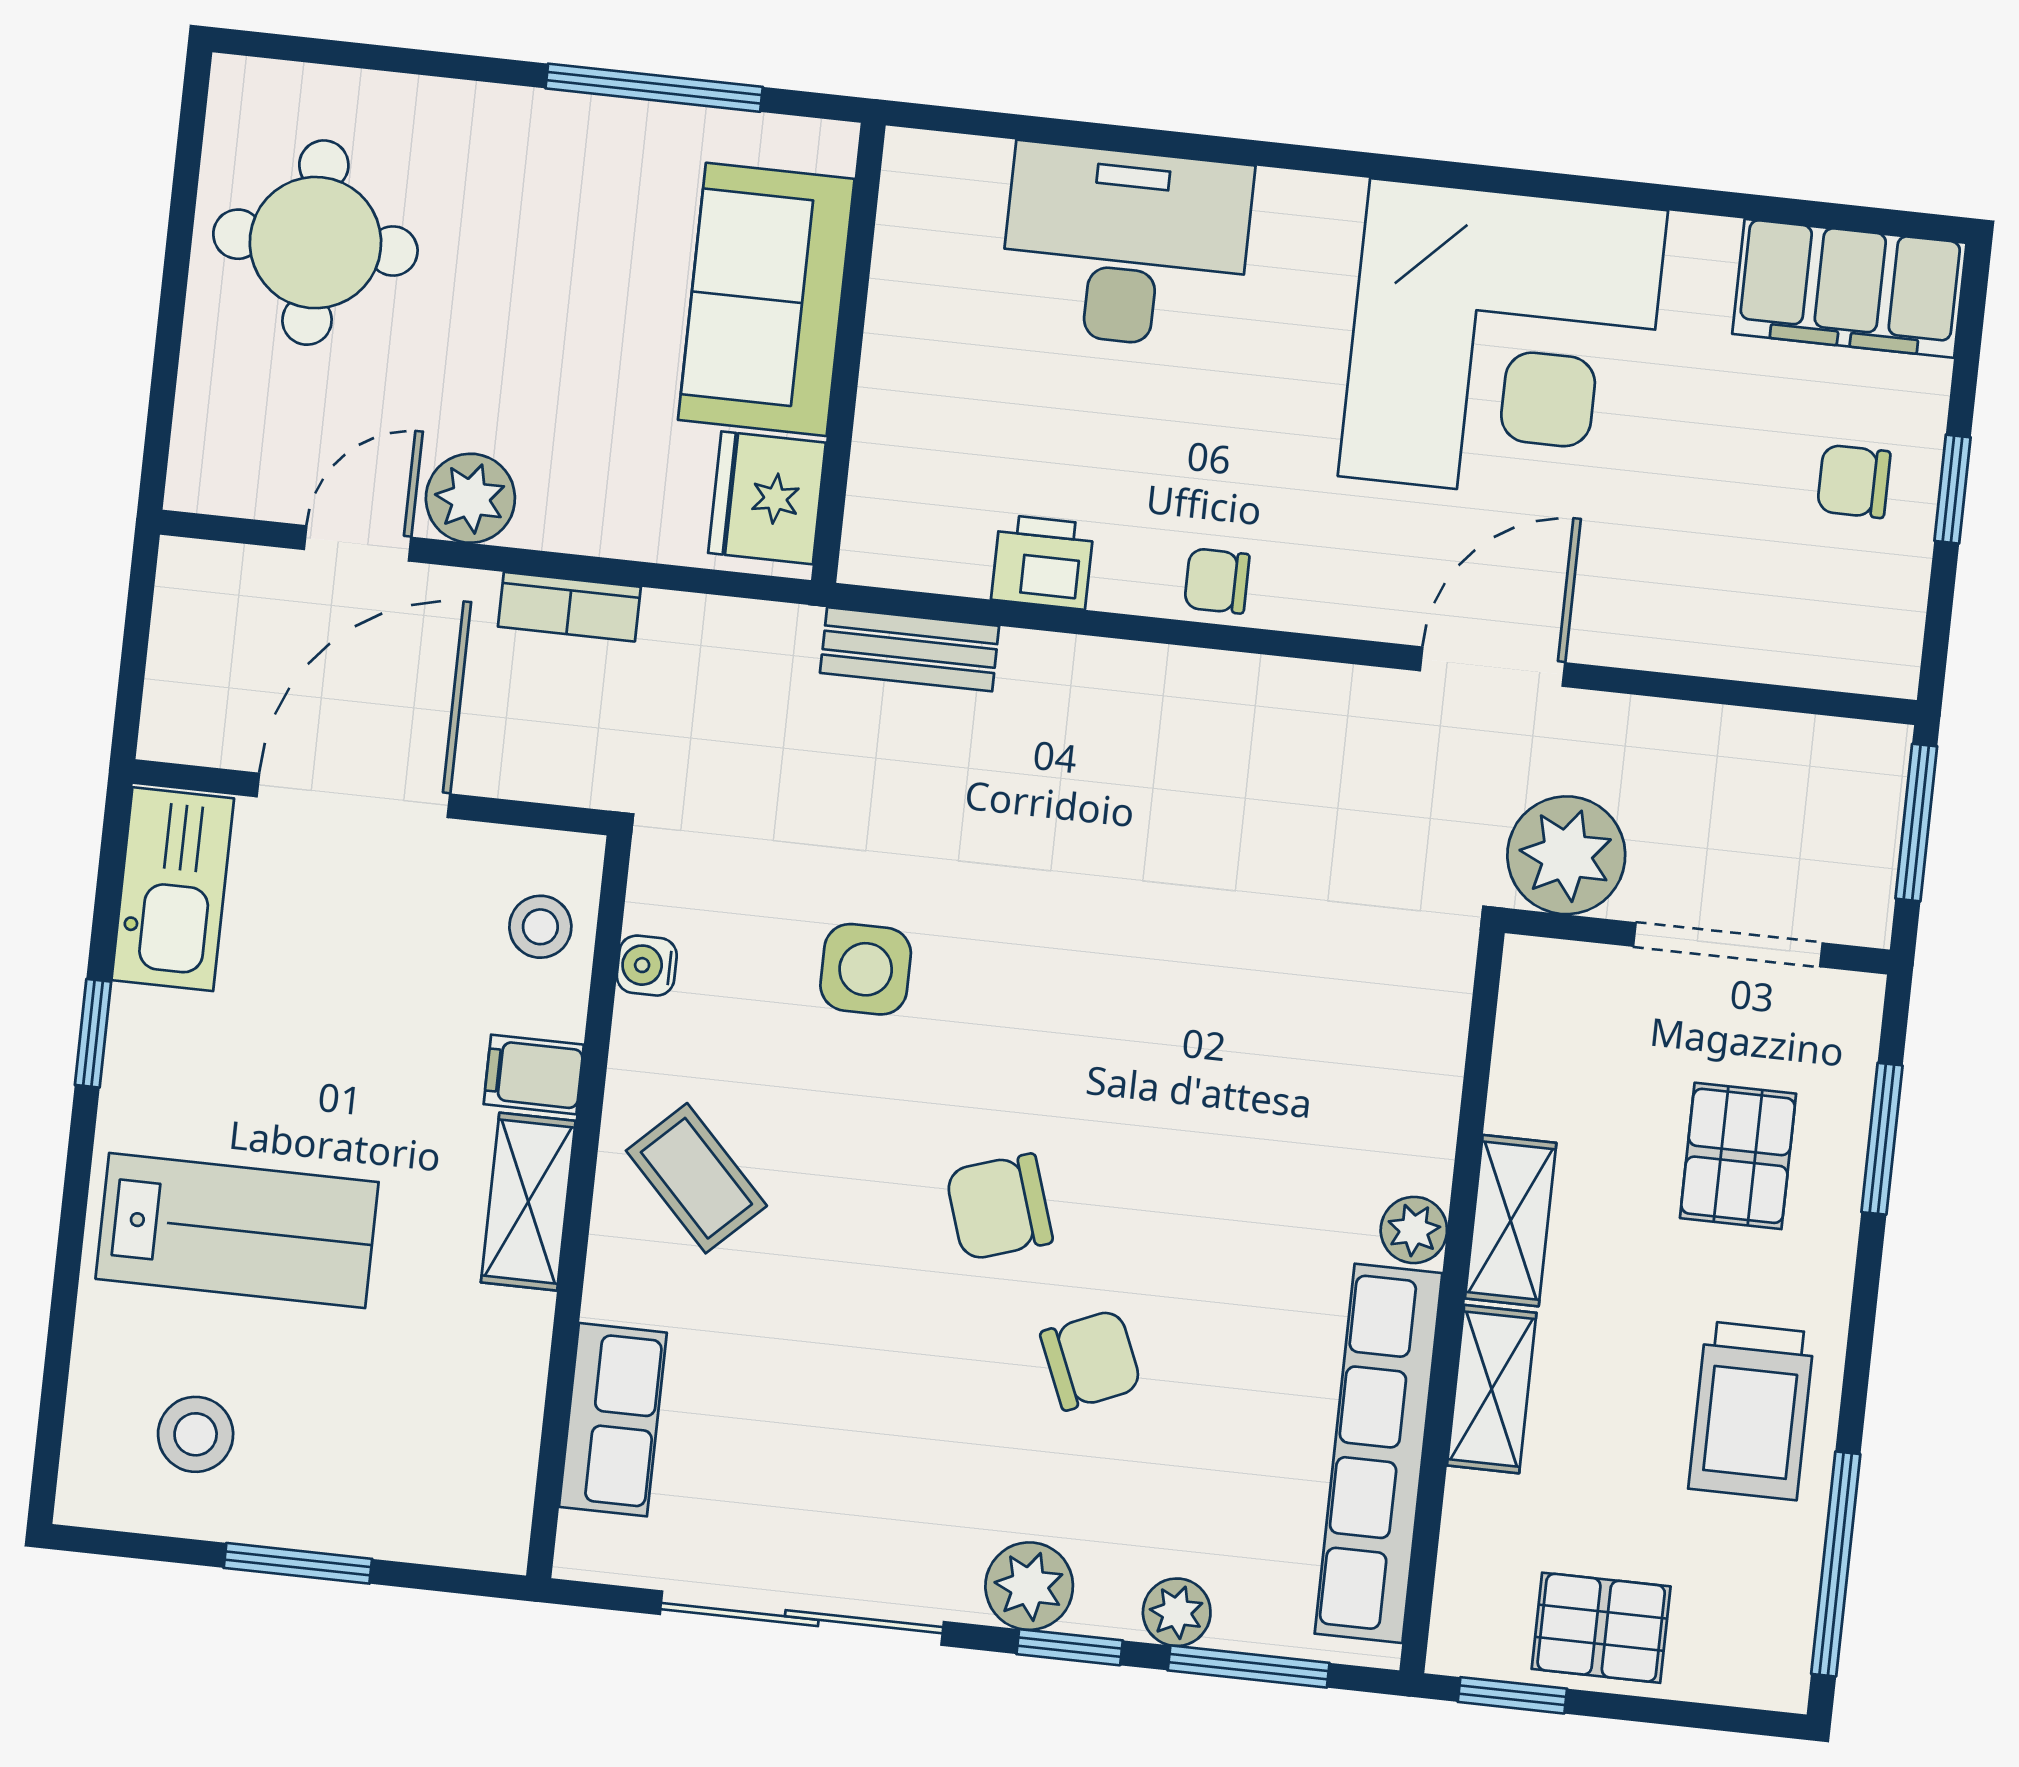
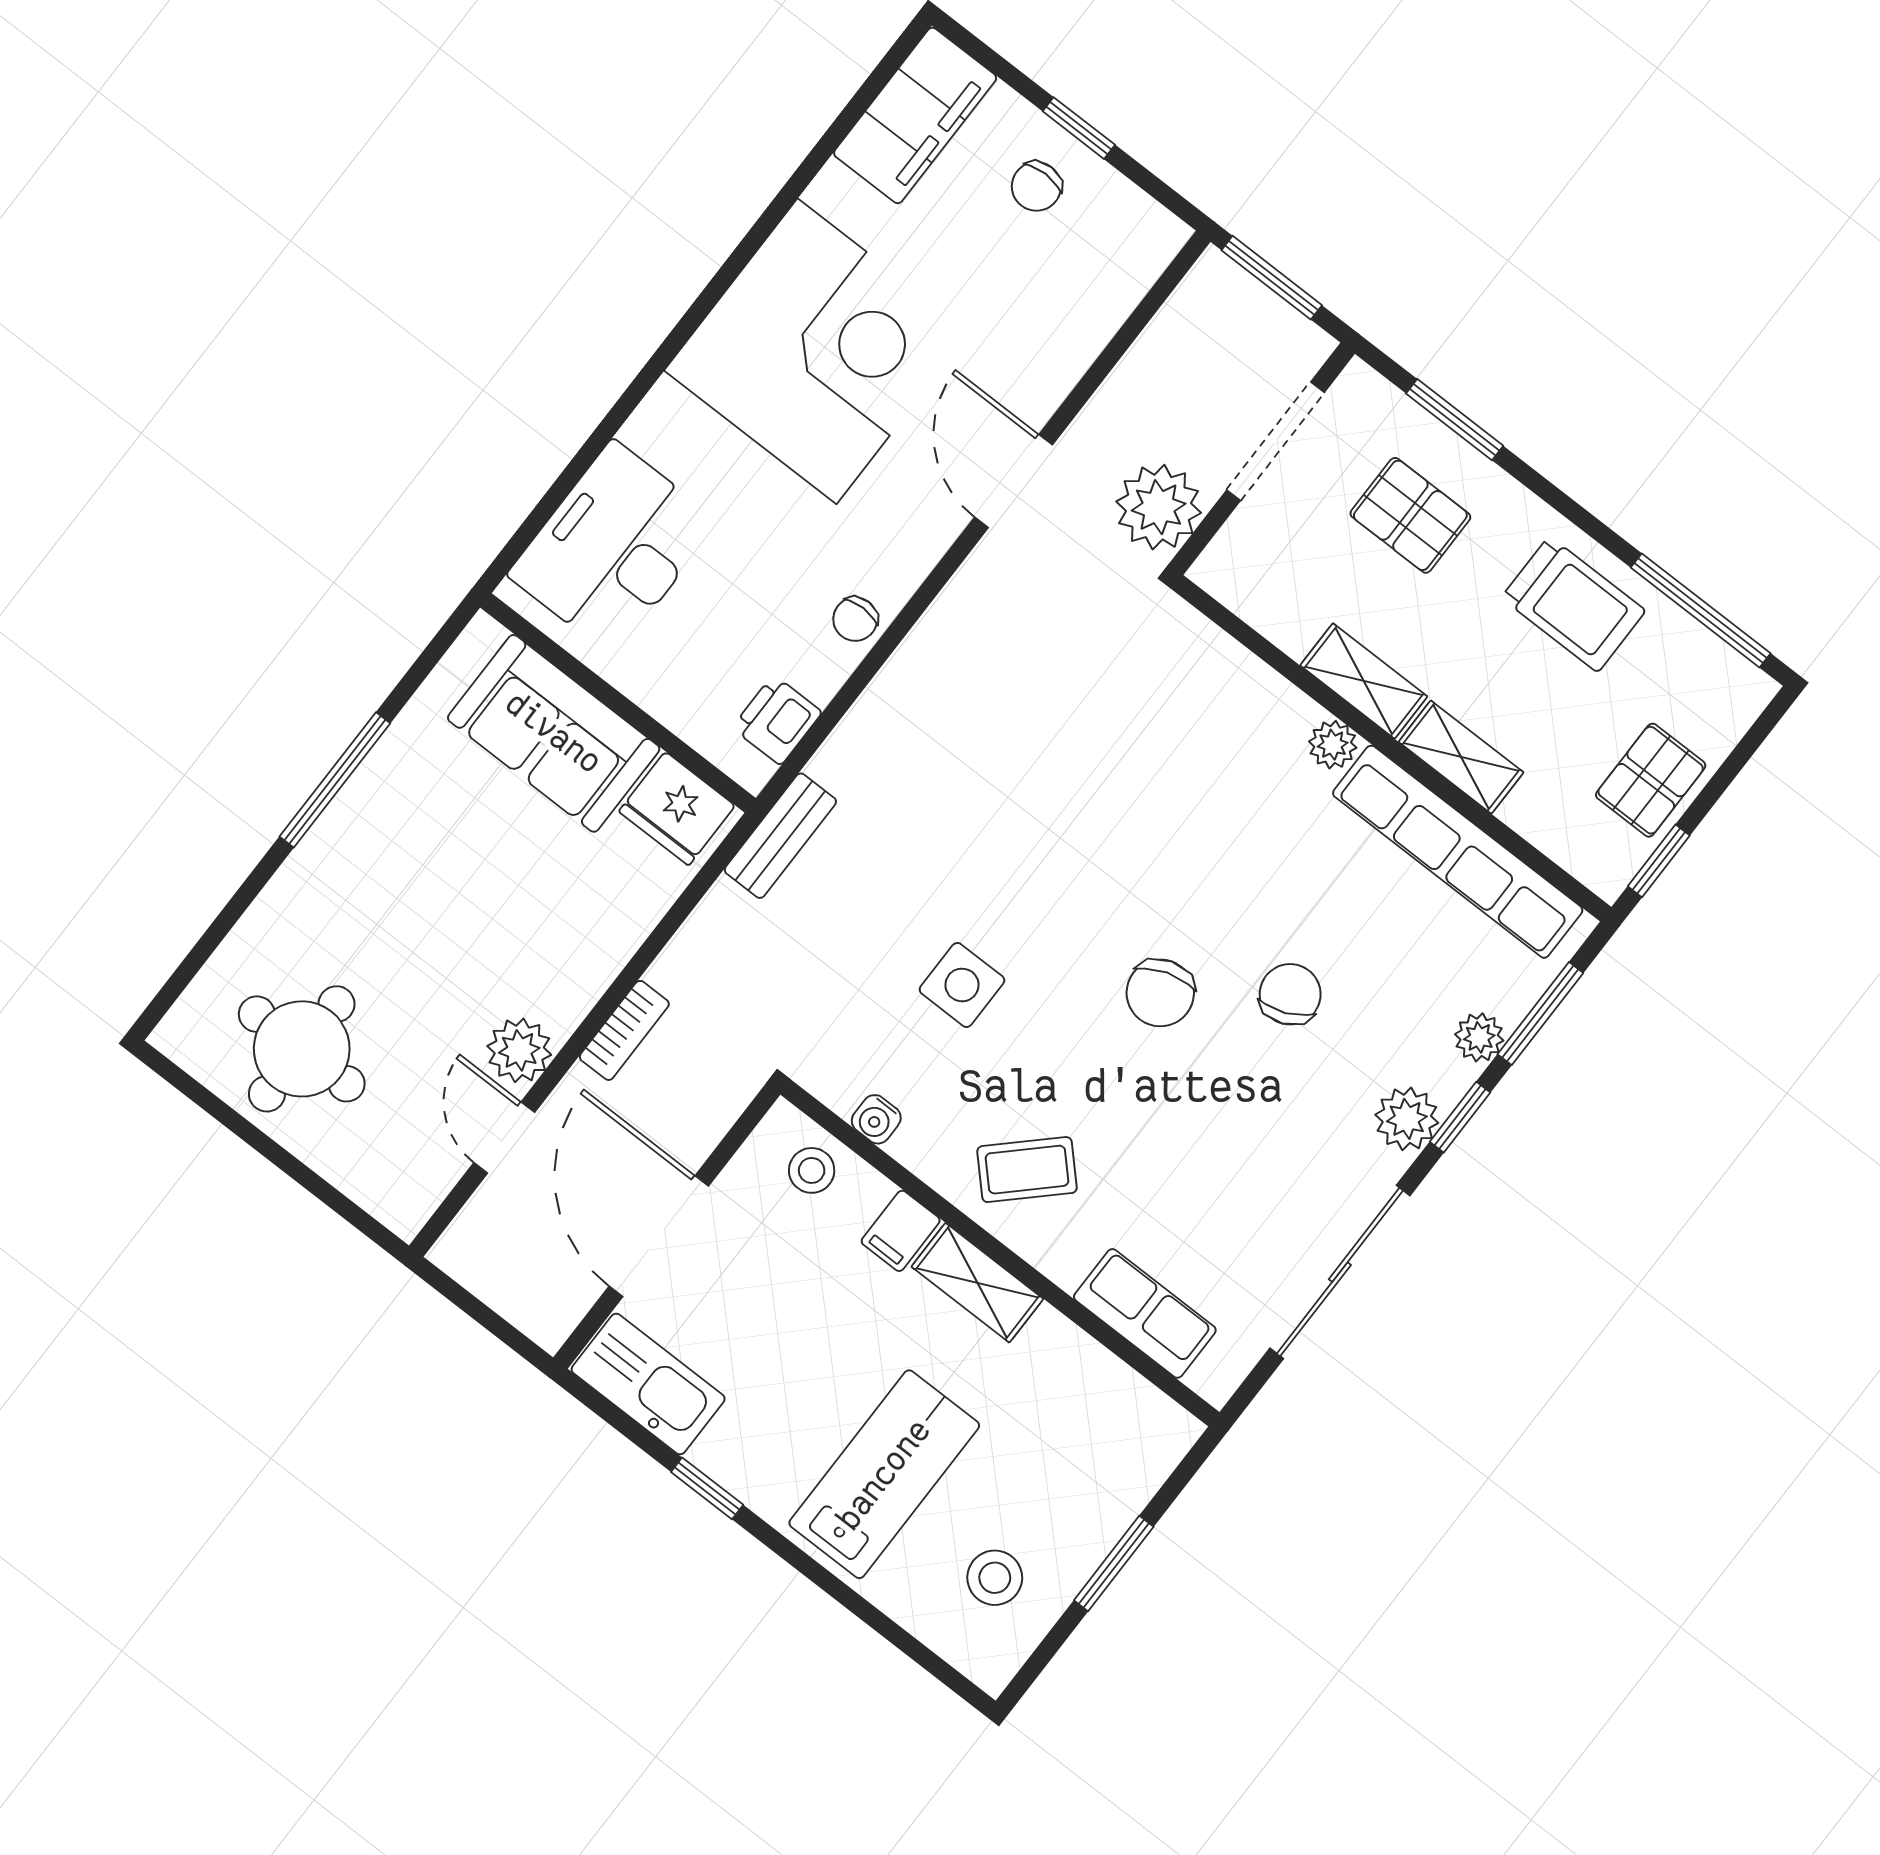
sofa: (766, 299) -> (554, 733), moved
wall: (848, 353) -> (618, 703), moved
fridge: (767, 498) -> (677, 809), moved

